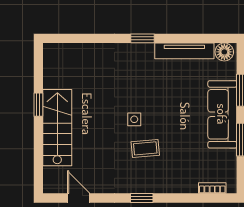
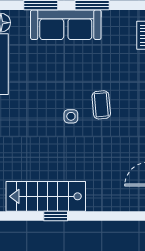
stairs: (57, 128) -> (46, 196), moved

